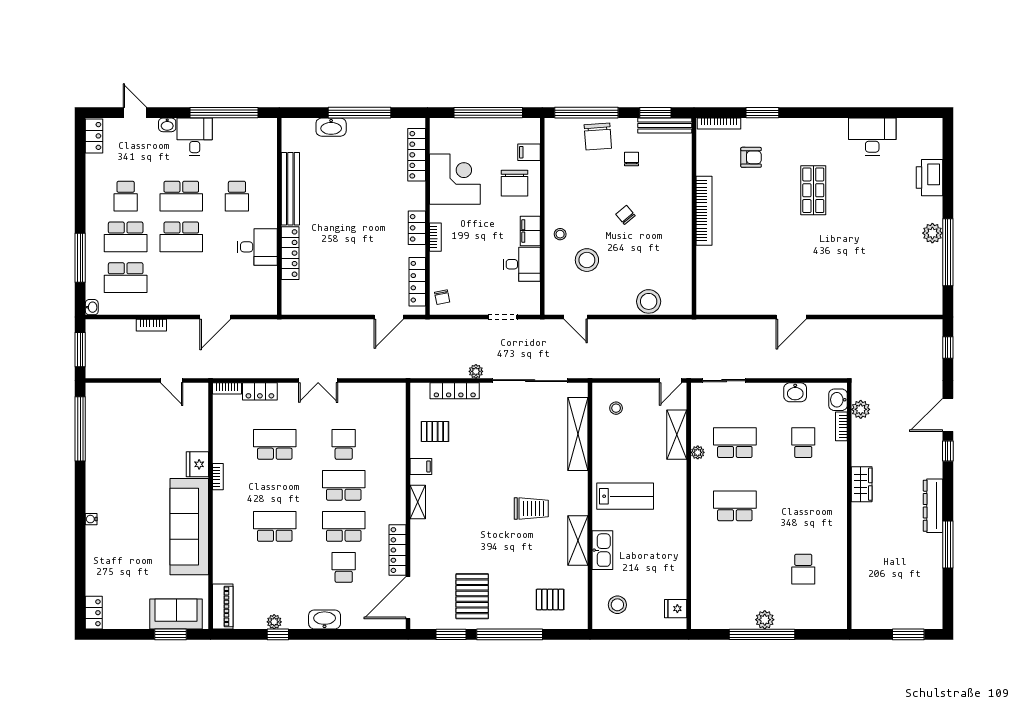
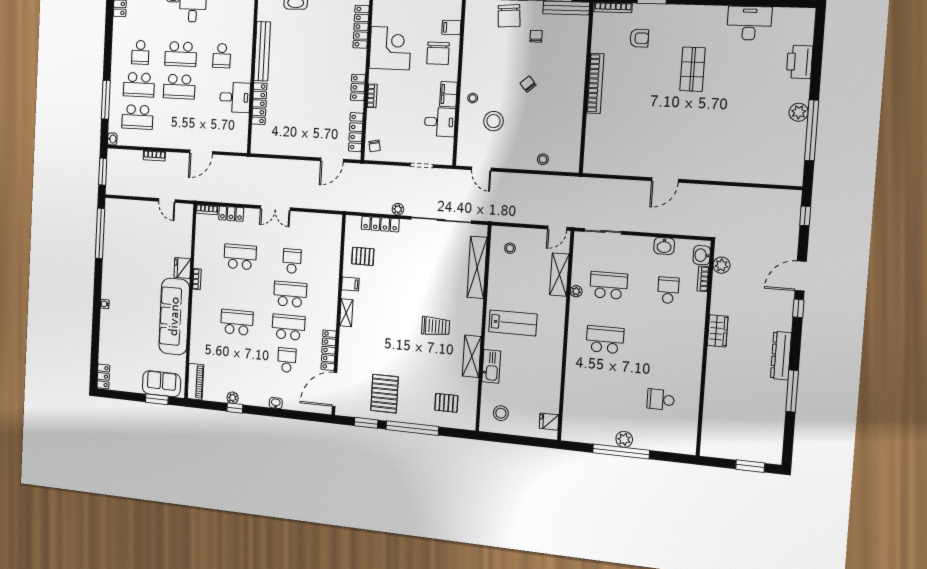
stool: (649, 301) -> (543, 159), width x0.53, depth x0.53
school desk: (803, 569) -> (661, 400), turned 90
washbasin: (325, 619) -> (276, 403), width x0.52, depth x0.69

